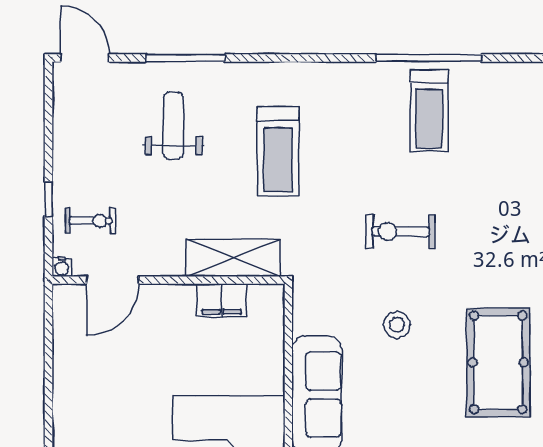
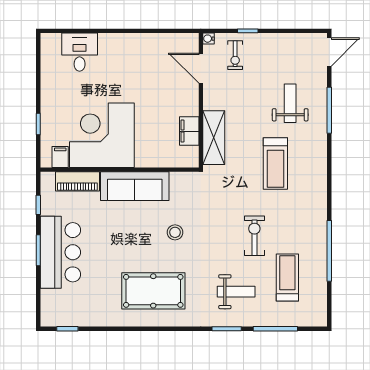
treadmill: (429, 111) -> (287, 277), moved, turned 90
weight bench: (173, 126) -> (290, 103), turned -90
treadmill: (278, 151) -> (275, 164), turned -90
weight bench: (500, 219) -> (236, 292), added
exercise bike: (401, 231) -> (254, 236), moved

